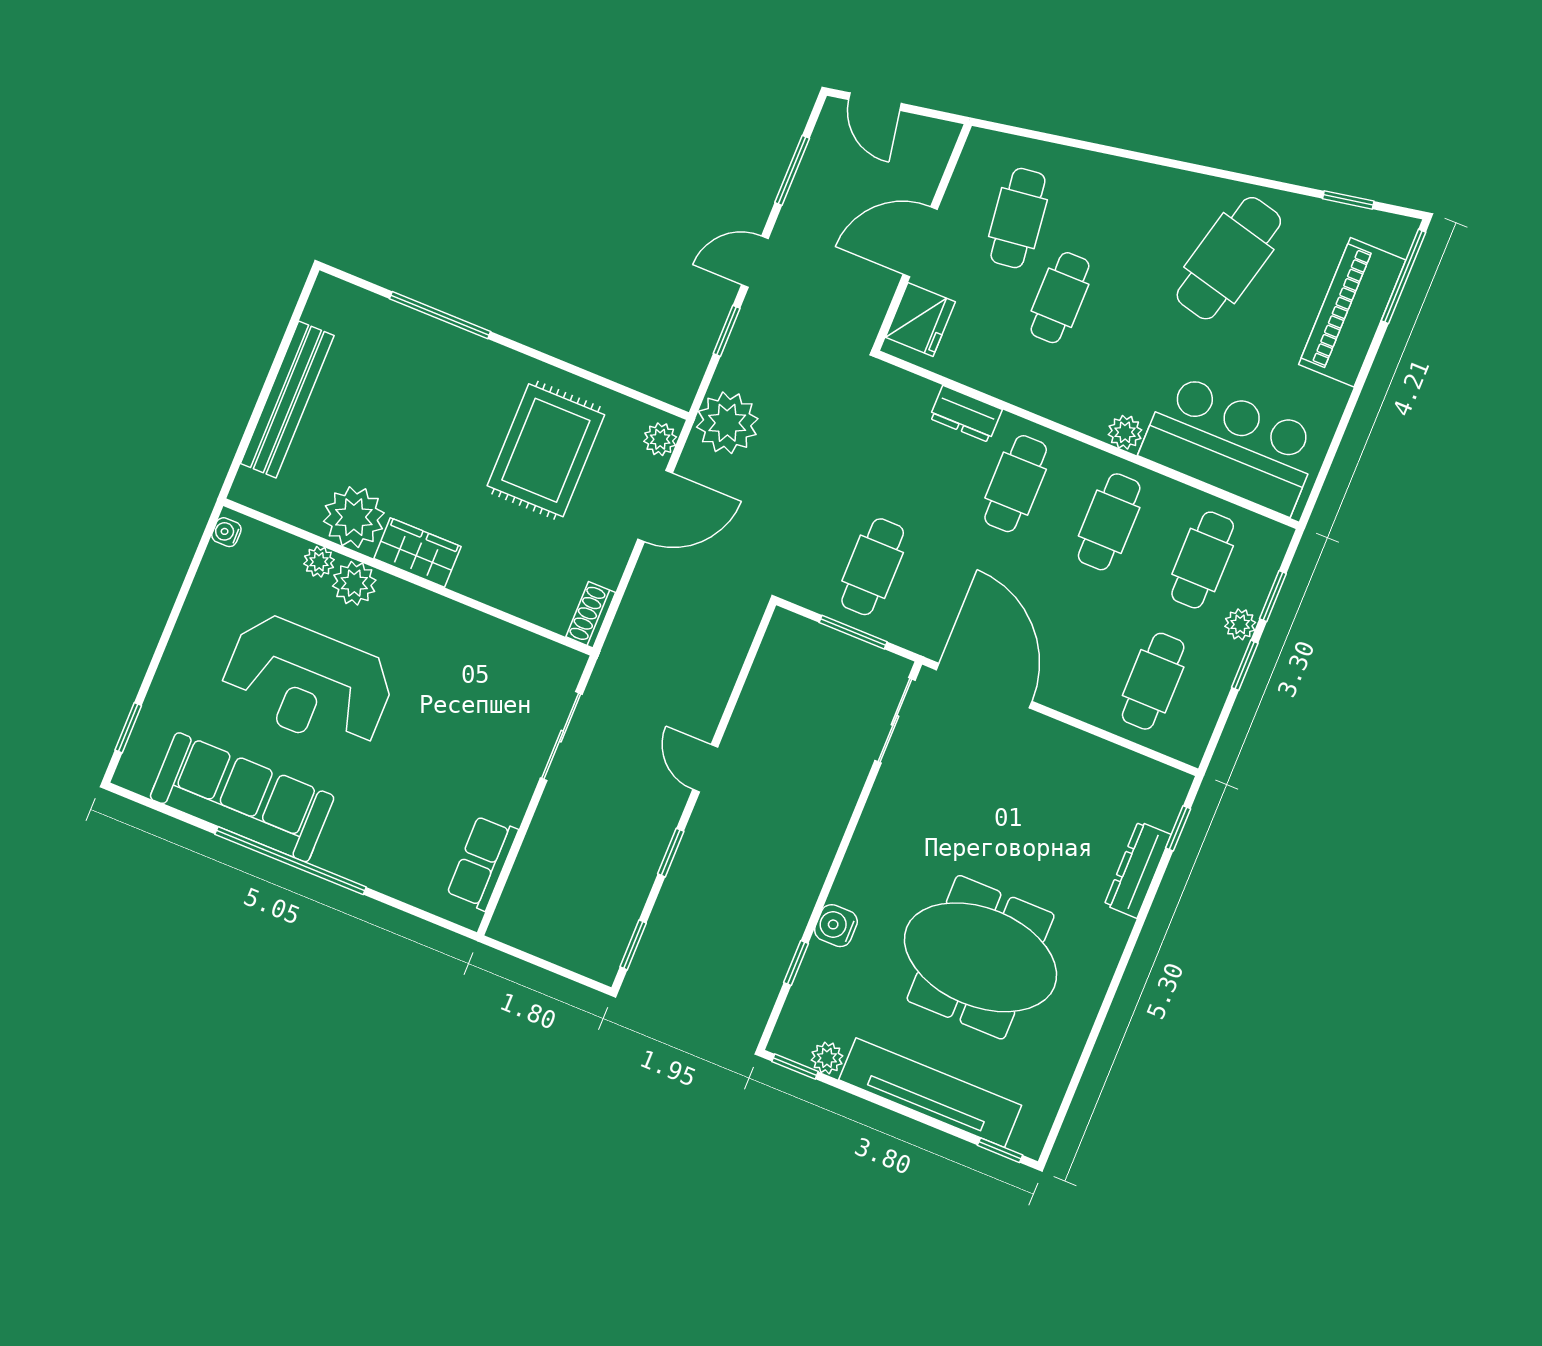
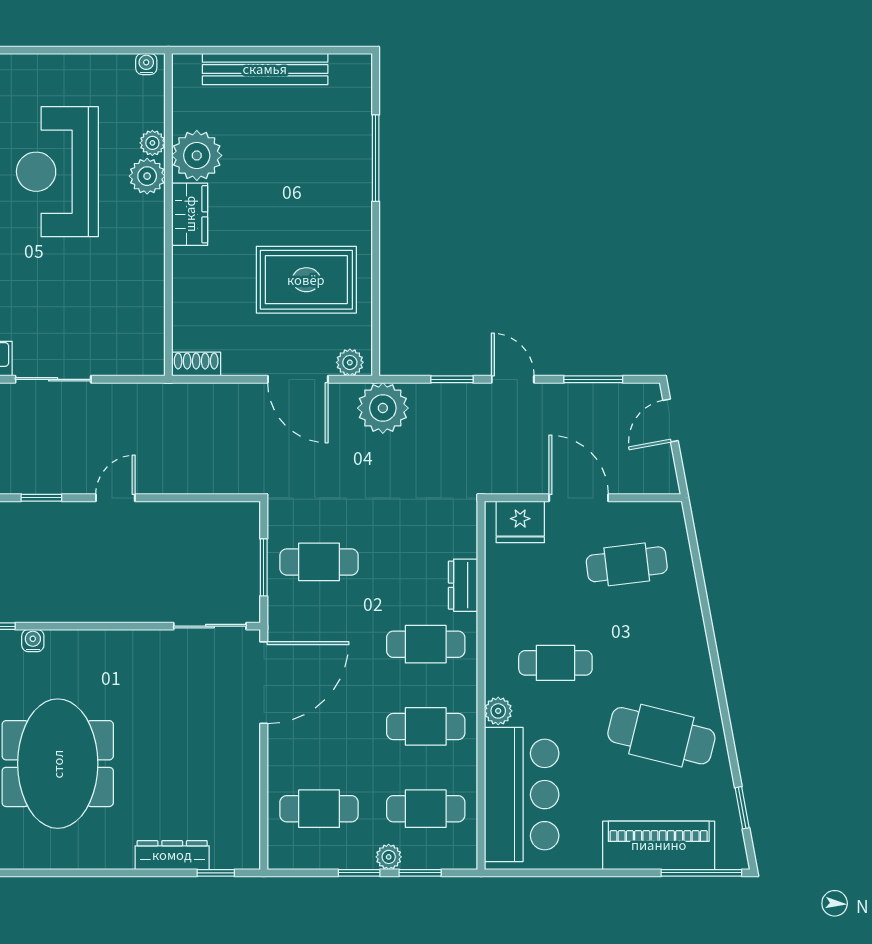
cafe table: (1060, 298) -> (555, 663), moved
sliding door: (561, 736) -> (53, 379), moved
water cooler: (836, 926) -> (33, 641), width x0.72, depth x0.72

